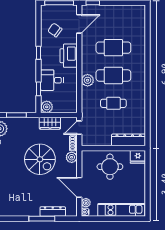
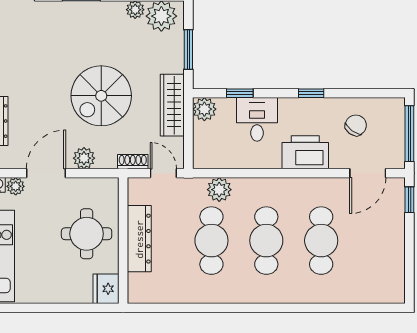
door: (79, 24) -> (368, 173), hinge flipped
plant: (88, 80) -> (219, 190), moved
cafe table: (113, 103) -> (211, 241), width x1.37, depth x1.35
wardrobe: (50, 123) -> (172, 105), width x1.50
dresser: (129, 140) -> (139, 239), moved
plant: (72, 157) -> (84, 158), moved

